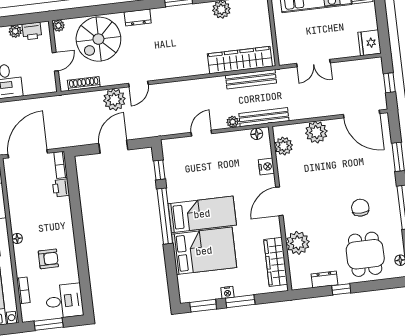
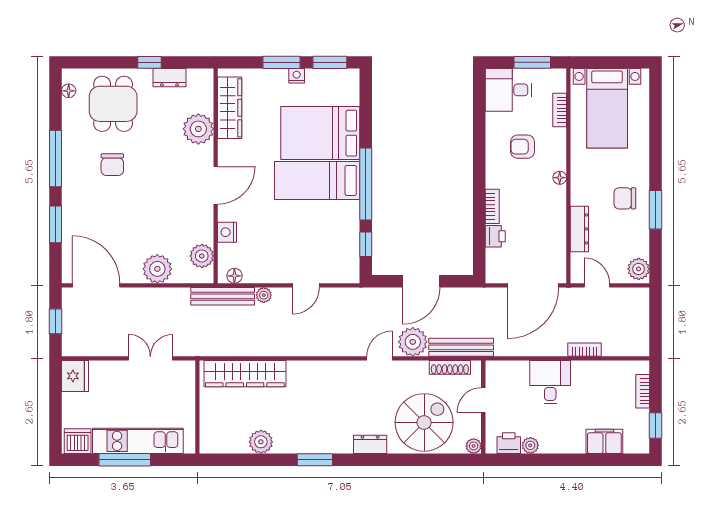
bench: (251, 79) -> (461, 347), moved
bookcase: (61, 165) -> (492, 206), moved

